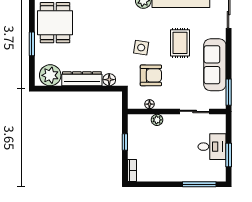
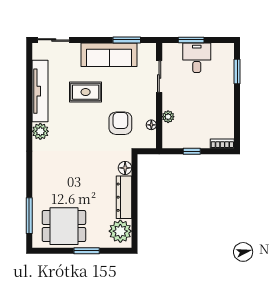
side table: (141, 48) -> (91, 134), removed
window: (229, 92) -> (127, 40), moved
window: (229, 155) -> (191, 40), moved
window: (199, 184) -> (237, 71), width x0.69

